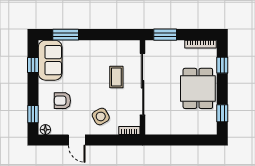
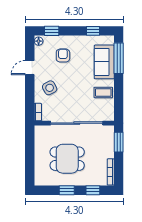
window: (66, 35) -> (119, 58), width x1.44
sofa: (50, 60) -> (104, 62), moved, turned 90
coffee table: (116, 77) -> (103, 92), moved
dining table: (198, 88) -> (67, 159), moved
window: (222, 113) -> (67, 190), moved

